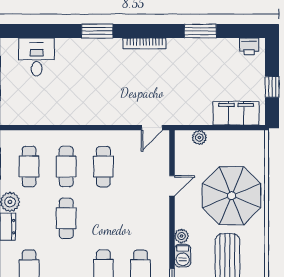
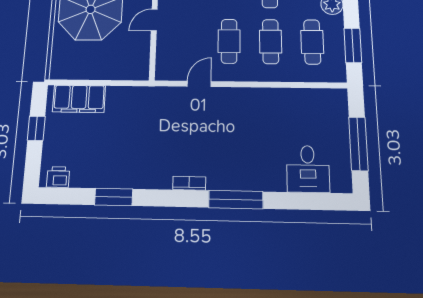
window: (97, 31) -> (236, 200), width x1.44
bookcase: (144, 43) -> (189, 183), width x0.64
door: (152, 128) -> (199, 84), moved
plant: (199, 137) -> (122, 72), removed

